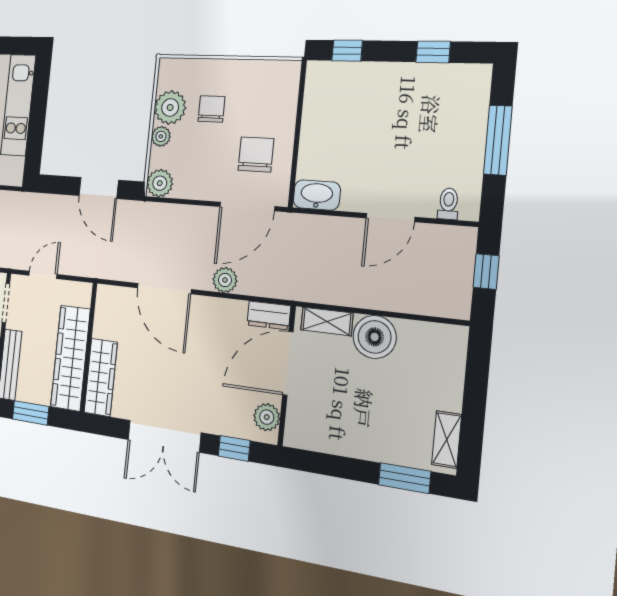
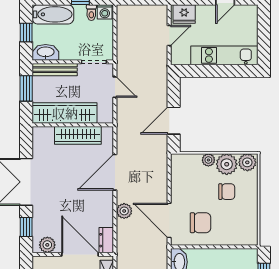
plant: (160, 183) -> (247, 162), moved
wardrobe: (101, 377) -> (78, 135), moved

